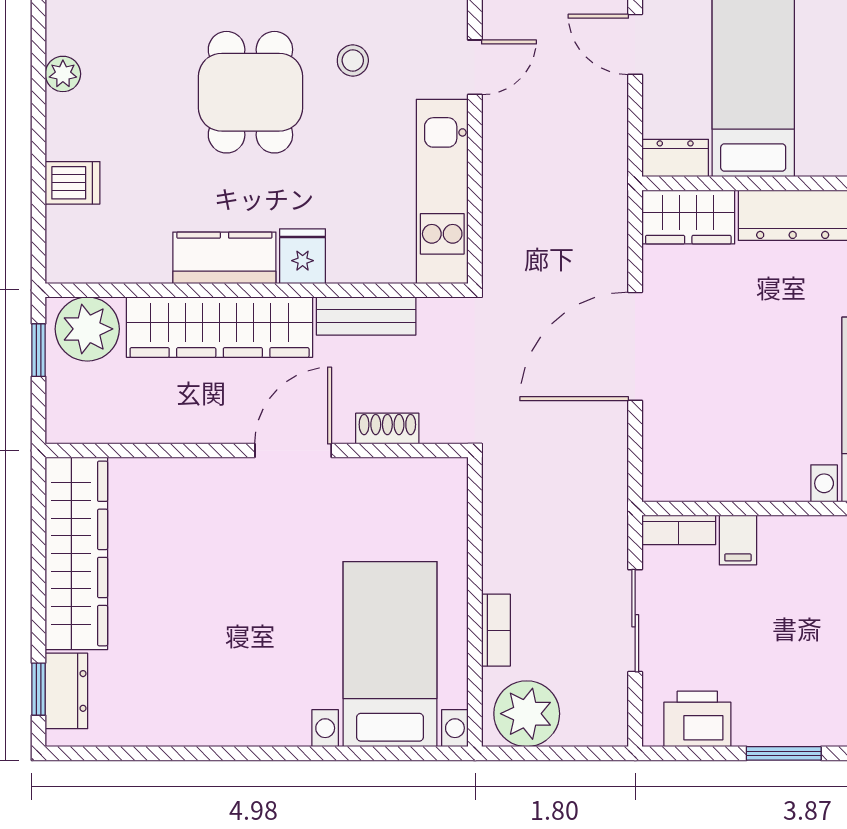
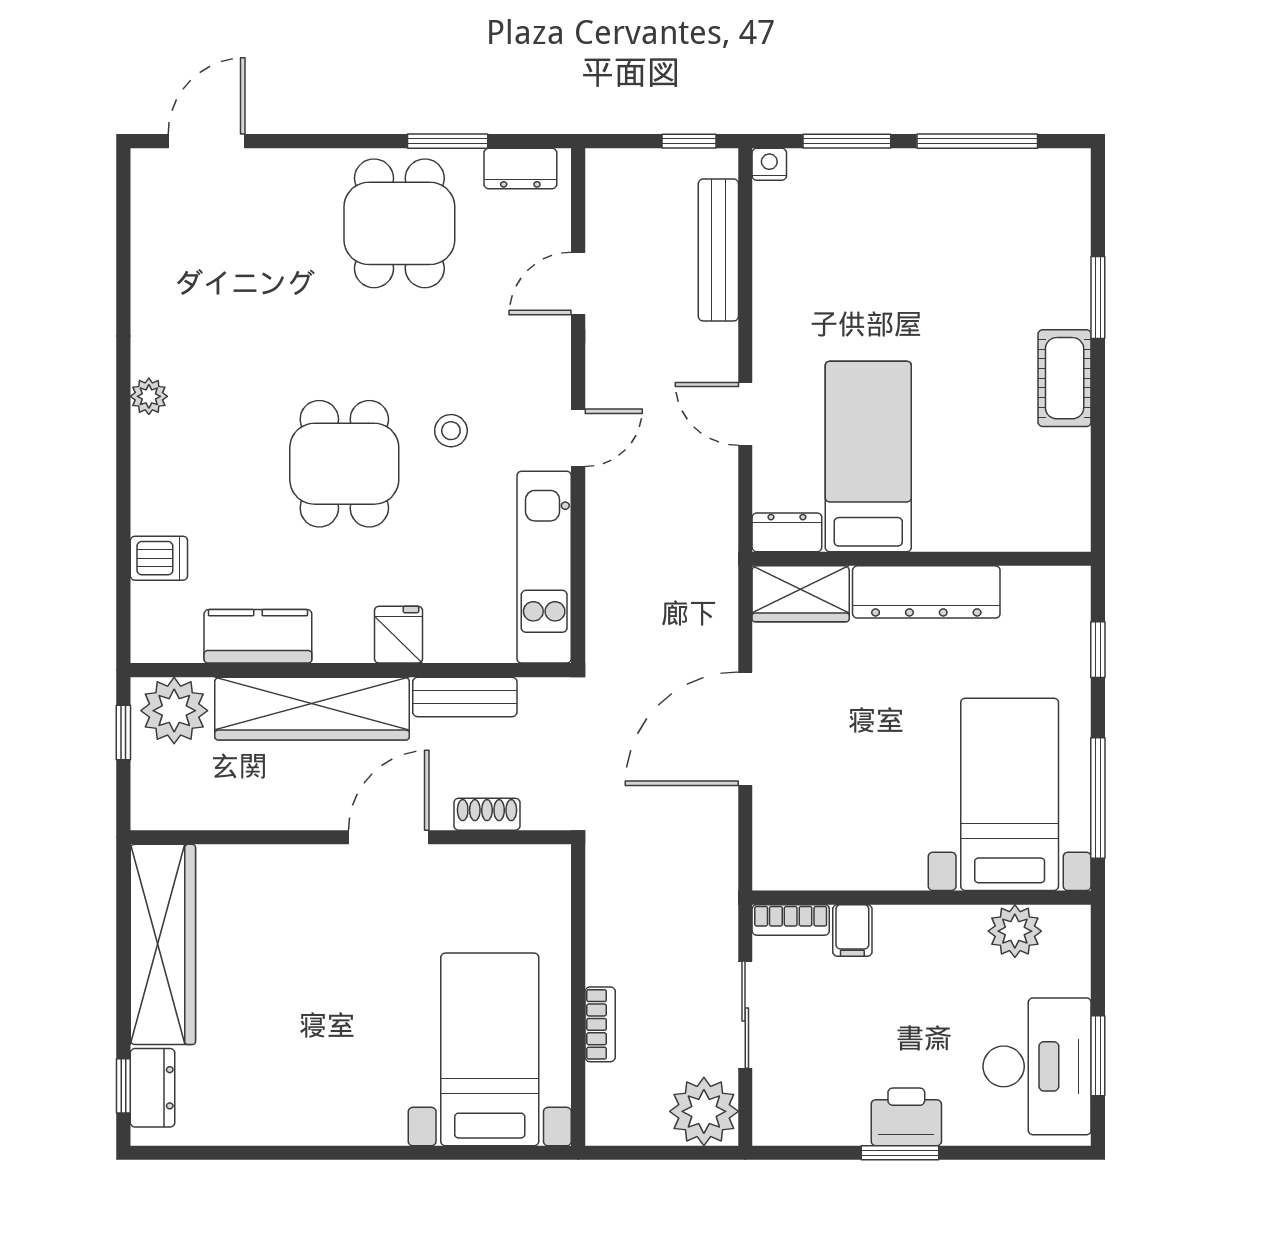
plant: (63, 74) -> (149, 396), moved
kitchen counter: (224, 258) -> (258, 636), moved
plant: (527, 714) -> (704, 1111), moved
printer: (697, 719) -> (906, 1117), moved

